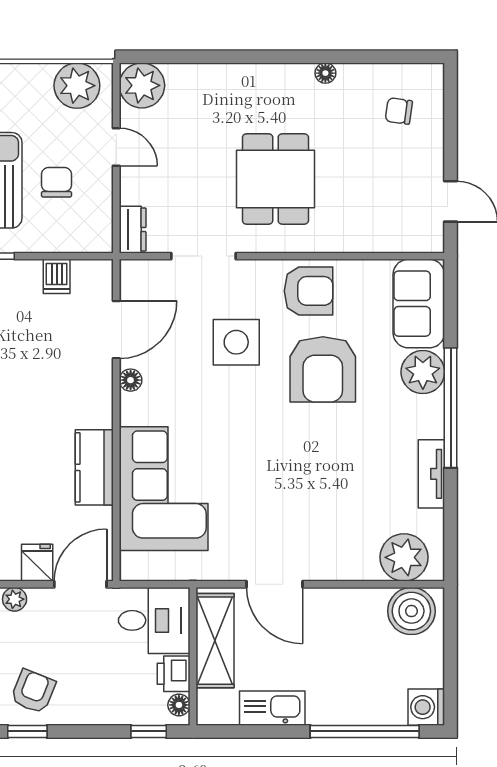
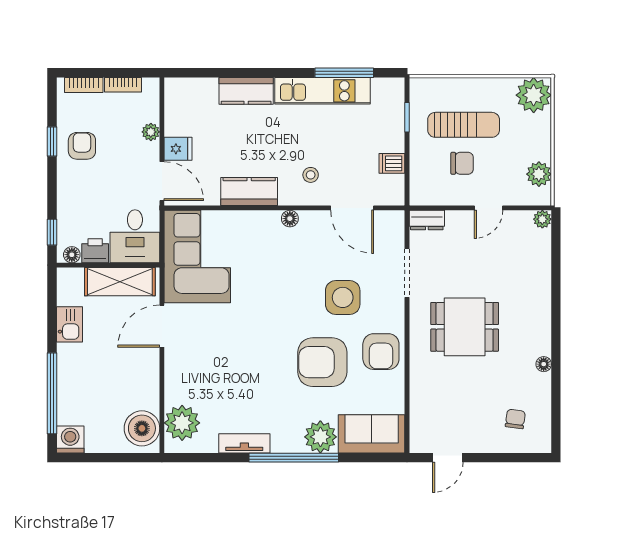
plant: (142, 85) -> (542, 219), width x0.53, depth x0.53
plant: (77, 86) -> (539, 174), width x0.73, depth x0.73
floor lamp: (131, 380) -> (290, 219), moved
stool: (72, 385) -> (311, 175), added
corner sofa: (164, 489) -> (197, 257), moved, turned -90
armchair: (33, 691) -> (82, 146), turned -112
kitchen sink: (272, 708) -> (69, 324), width x0.73

